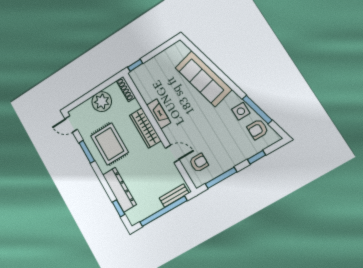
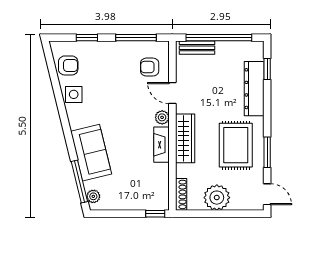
plant: (184, 50) -> (93, 196), added
sofa: (203, 79) -> (91, 153), width x0.73
window: (257, 110) -> (79, 181), moved
plant: (169, 133) -> (162, 117), added

